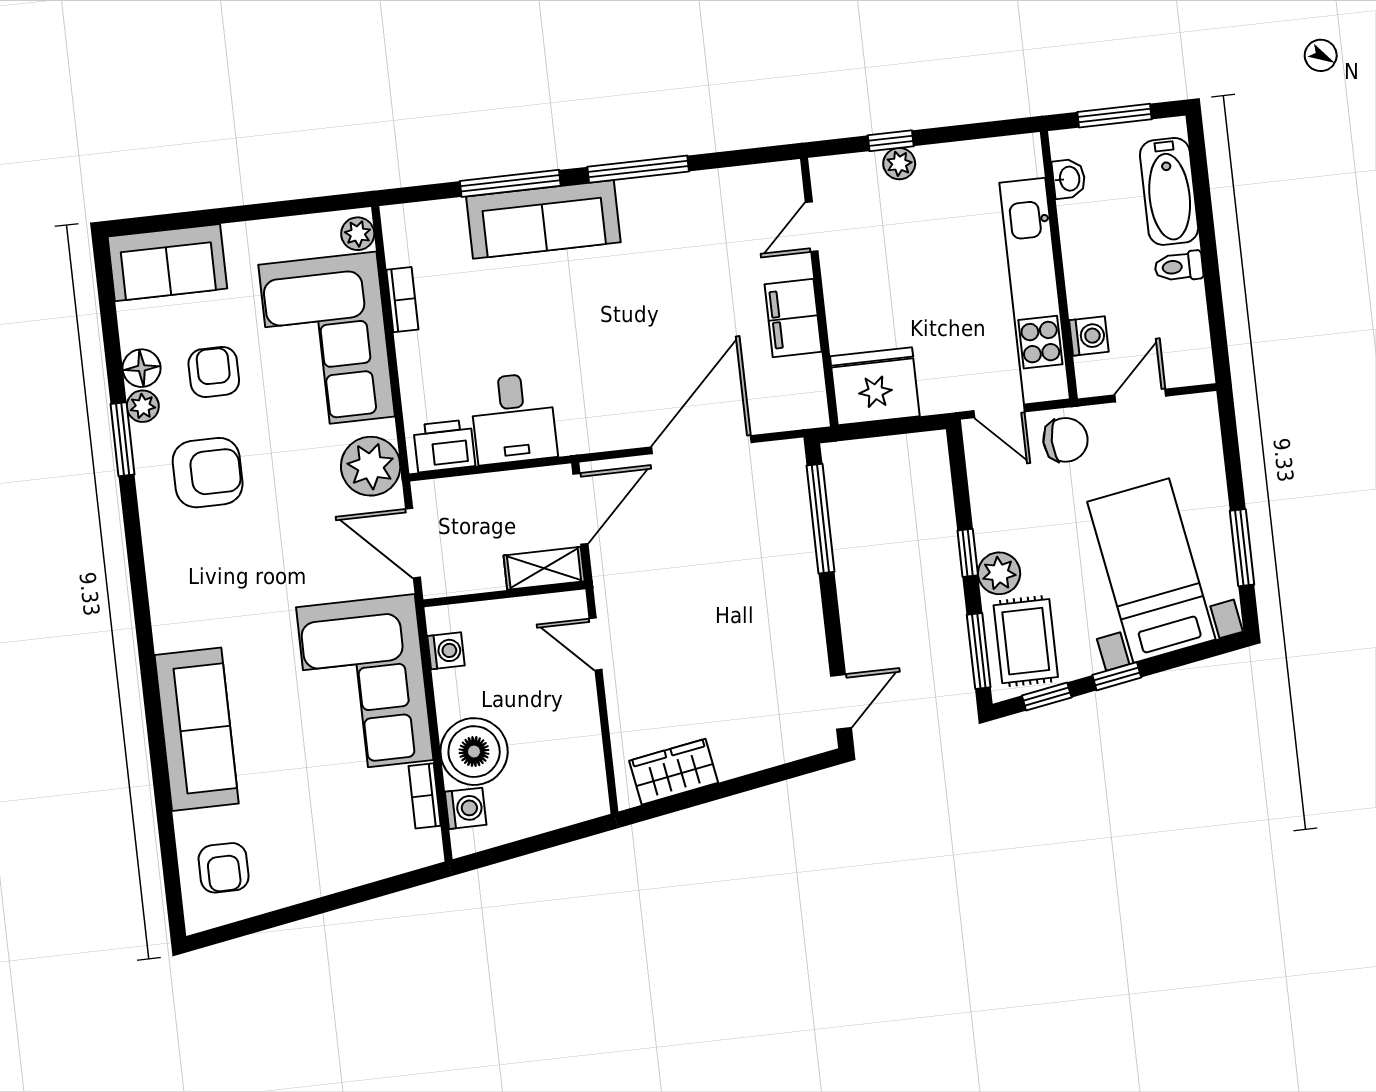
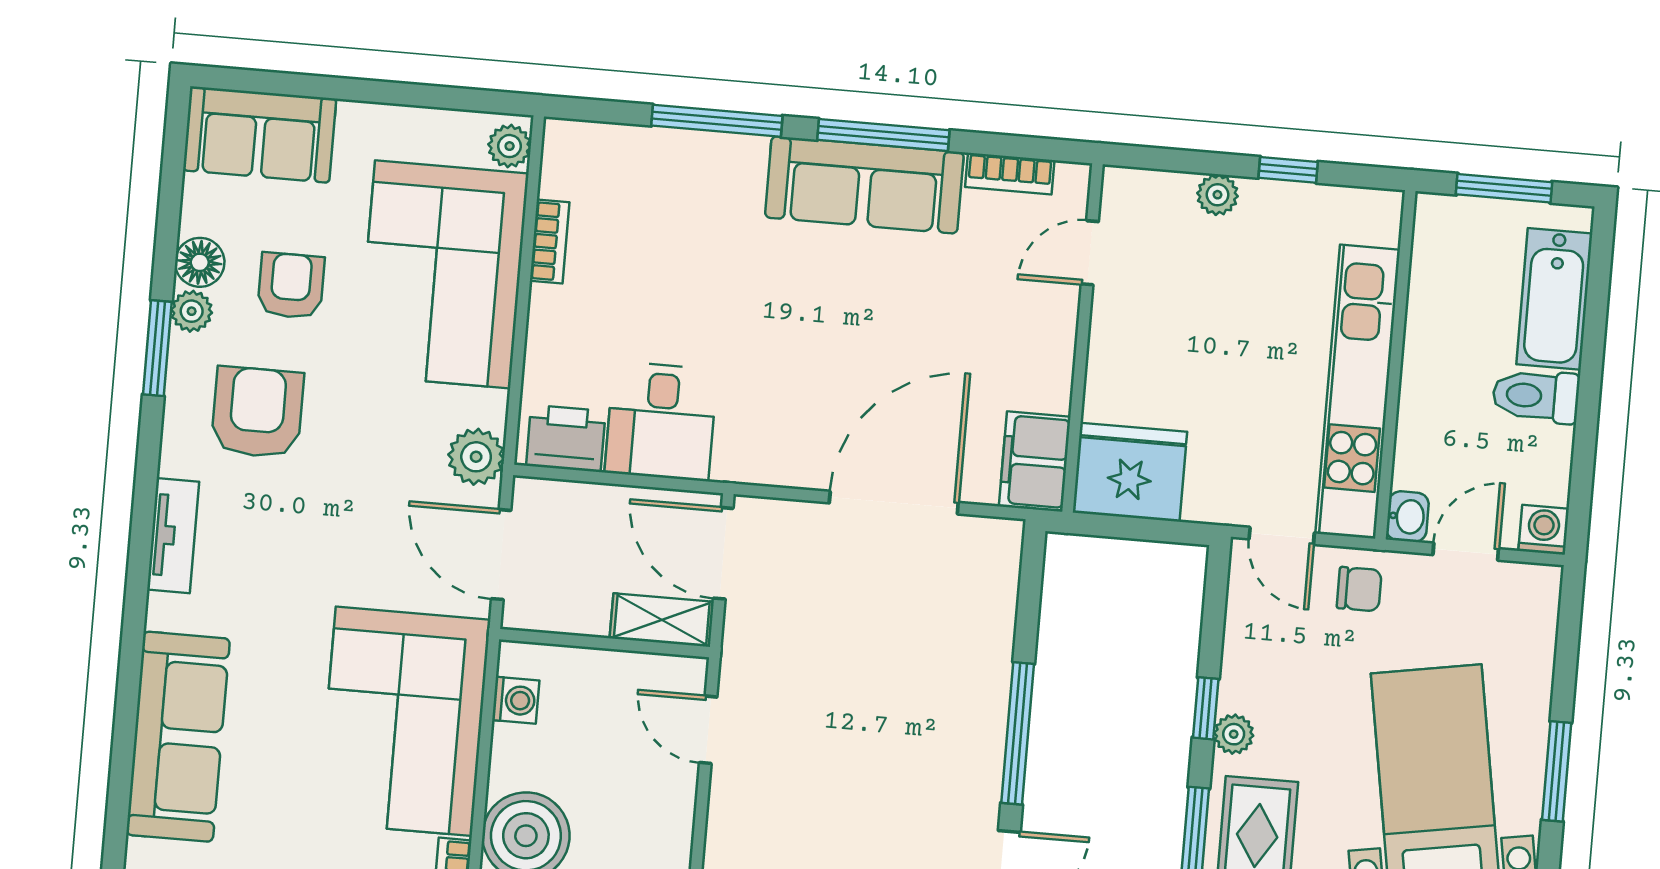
window: (891, 141) -> (1288, 170), moved
bookcase: (739, 179) -> (1010, 174), added
washbasin: (1069, 179) -> (1407, 517), moved
sofa: (543, 219) -> (864, 185), moved
toilet: (1179, 267) -> (1536, 396), width x1.37, depth x1.39
filing cabinet: (793, 318) -> (1035, 461), moved
washing machine: (1089, 336) -> (1544, 530), moved, turned -90
chair: (1066, 440) -> (1359, 589), width x0.73, depth x0.73
plant: (371, 466) -> (476, 457), width x0.73, depth x0.73
armchair: (208, 473) -> (257, 412), turned -90
door: (580, 509) -> (723, 553), swing flipped
window: (820, 519) -> (1018, 733), moved
plant: (999, 573) -> (1234, 734), width x0.73, depth x0.73
tv unit: (163, 578) -> (173, 536), added

